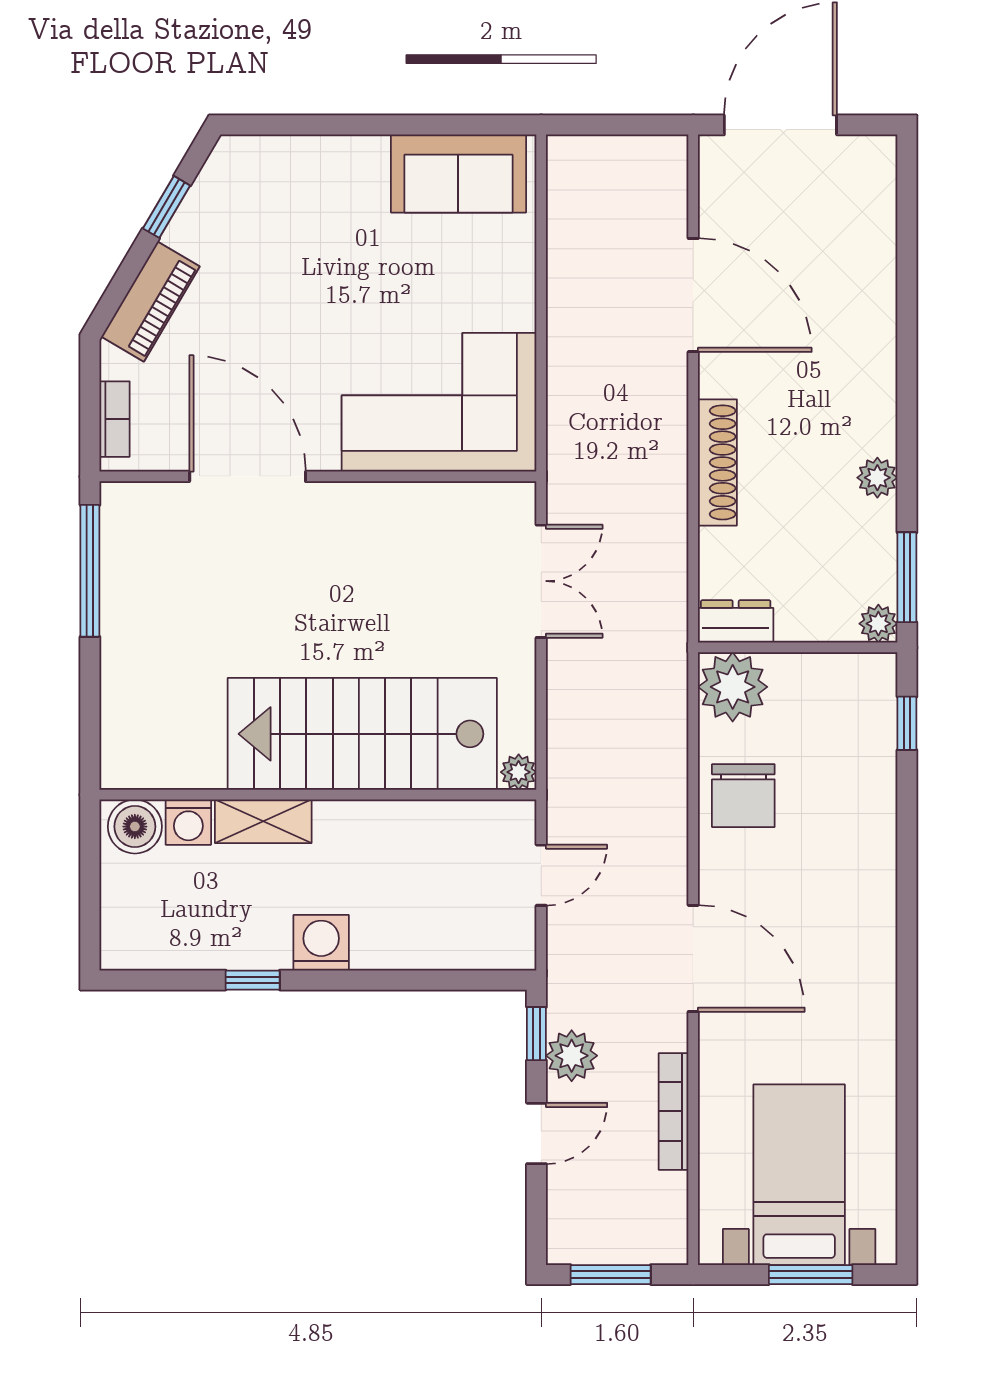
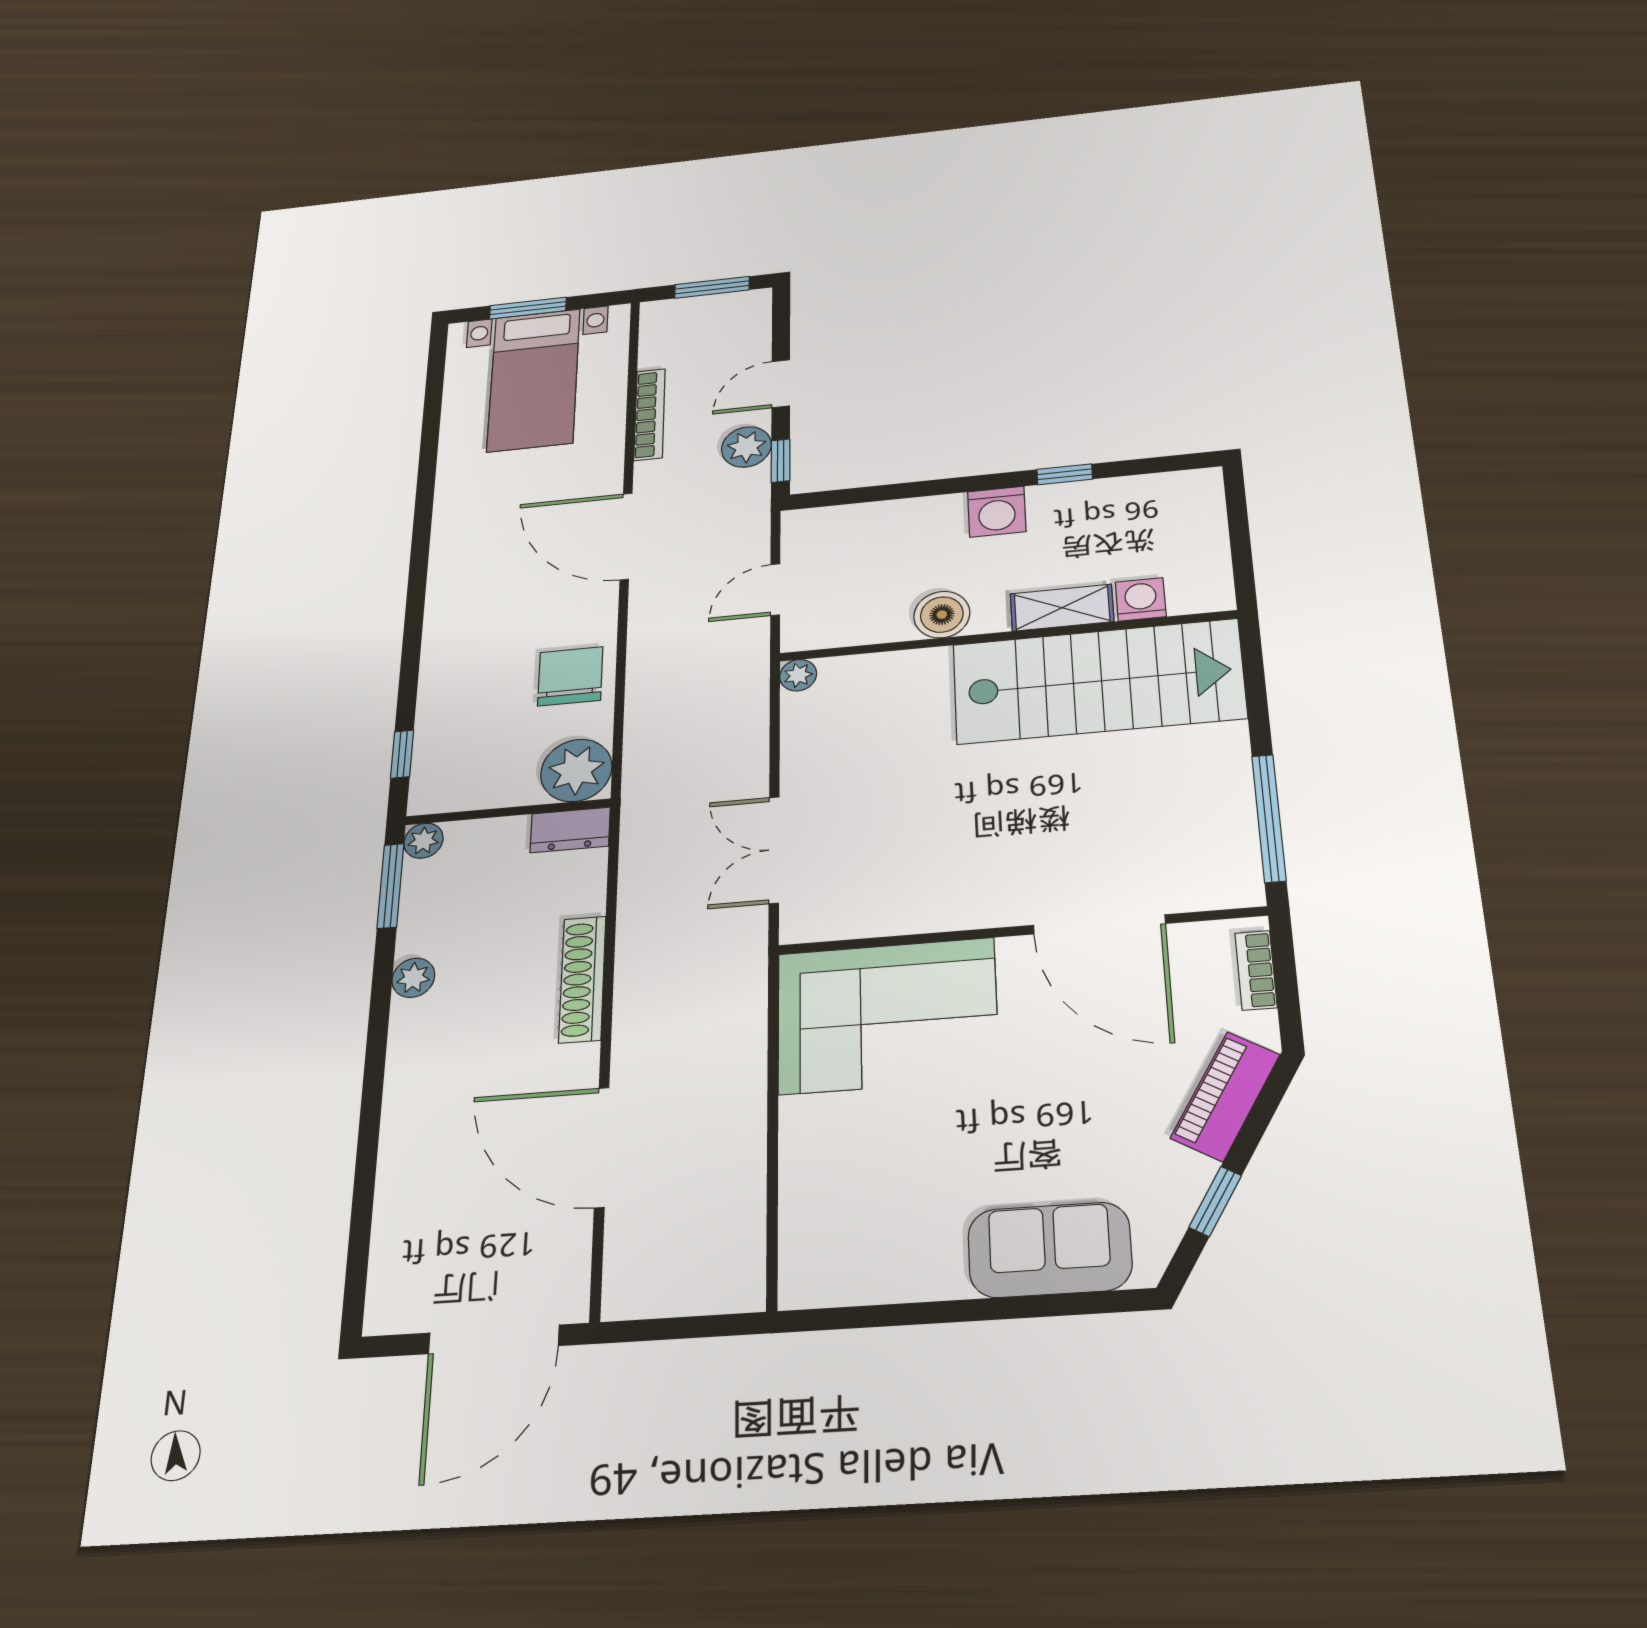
sofa: (458, 173) -> (1050, 1250), moved
stairs: (362, 734) -> (1098, 681), moved
boiler: (135, 827) -> (942, 615), moved

